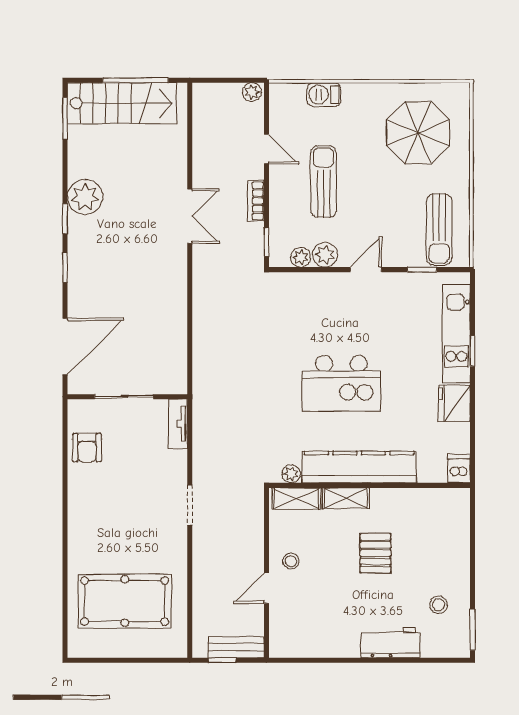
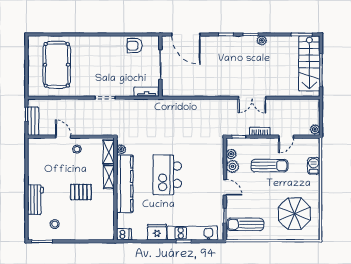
plant: (85, 197) -> (262, 40), width x0.53, depth x0.53

